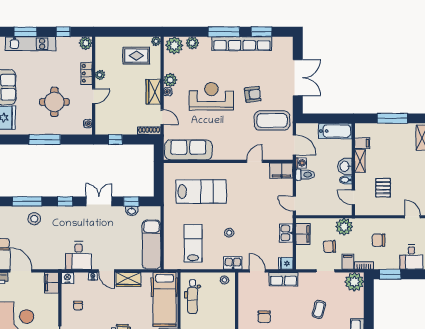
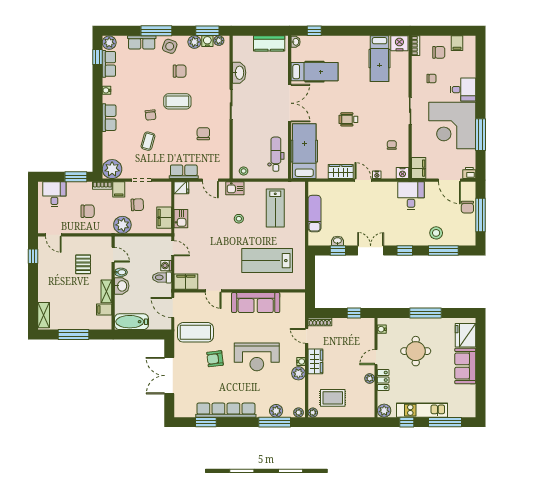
window: (25, 32) -> (445, 422), width x1.44
window: (224, 32) -> (275, 422), moved
kitchen unit: (30, 44) -> (422, 410), moved
plant: (174, 45) -> (299, 412), width x0.53, depth x0.53
sofa: (188, 150) -> (256, 303), moved
door: (255, 161) -> (213, 291), hinge flipped
washing machine: (301, 163) -> (166, 266), moved
double door: (99, 201) -> (371, 251), swing flipped
exam couch: (151, 244) -> (315, 214), width x0.73, depth x0.69
desk: (79, 256) -> (411, 196), moved

